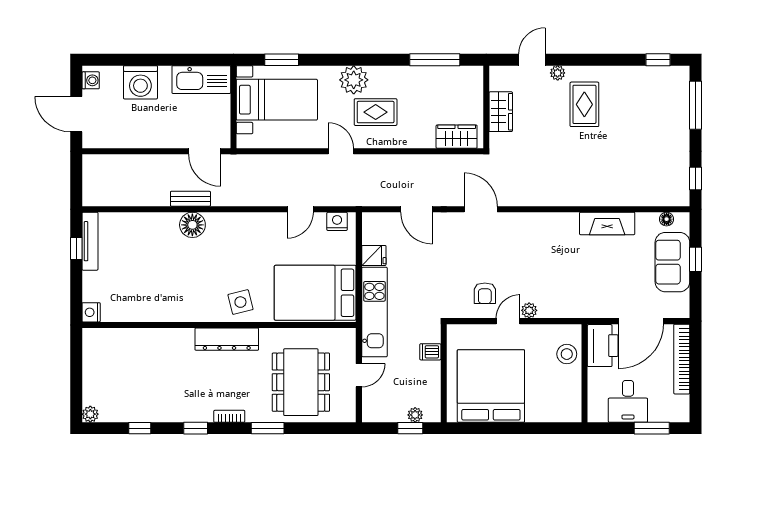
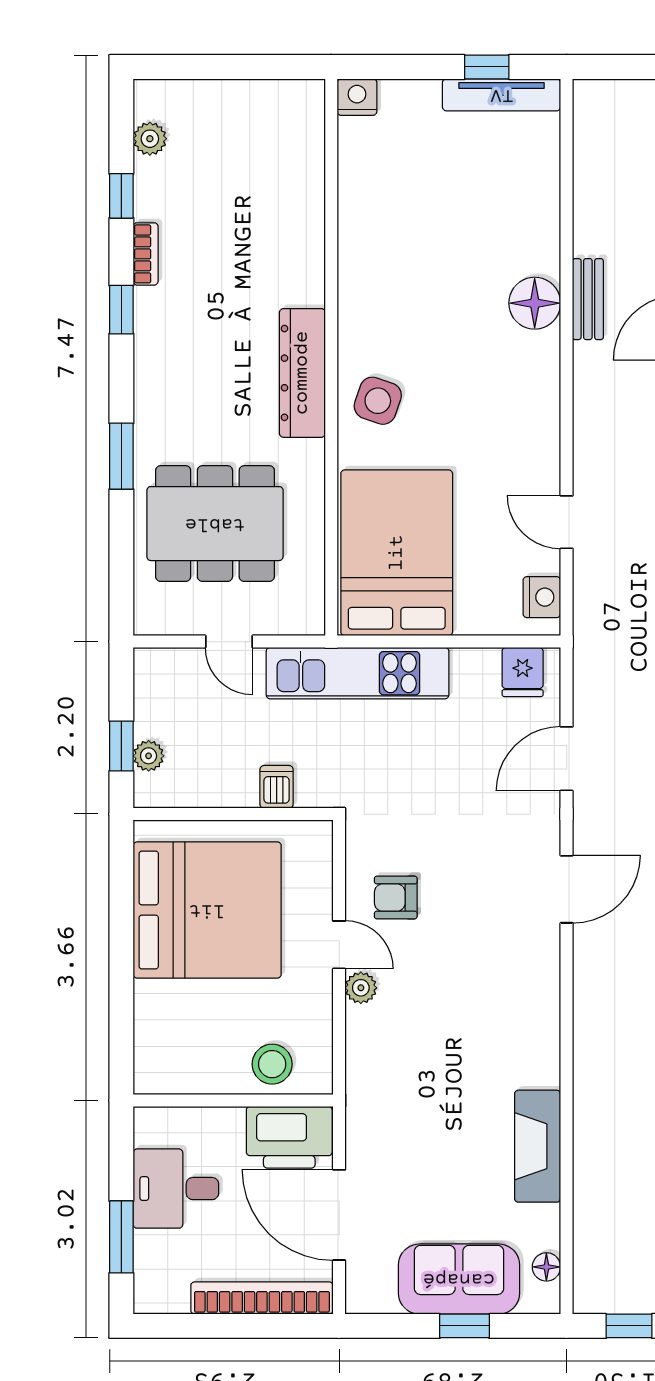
fridge: (374, 255) -> (523, 672), moved
side table: (240, 302) -> (378, 401), turned 33
plant: (90, 414) -> (150, 139), moved
bookcase: (229, 416) -> (146, 254), moved

